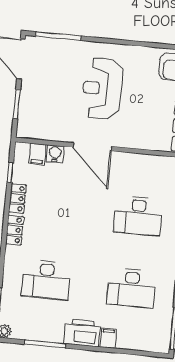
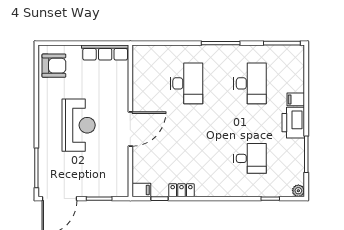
reception desk: (102, 88) -> (79, 125), turned -90
filing cabinet: (37, 154) -> (141, 190), moved
water cooler: (55, 154) -> (139, 161), removed
locker: (15, 230) -> (209, 190), removed
desk: (46, 280) -> (250, 158), width x0.73

